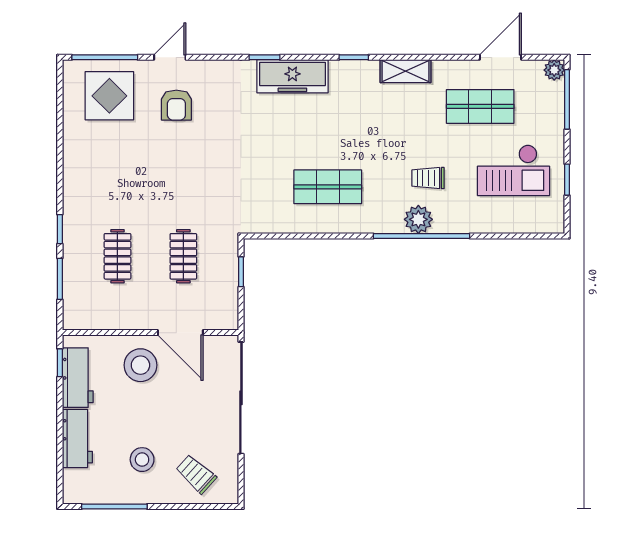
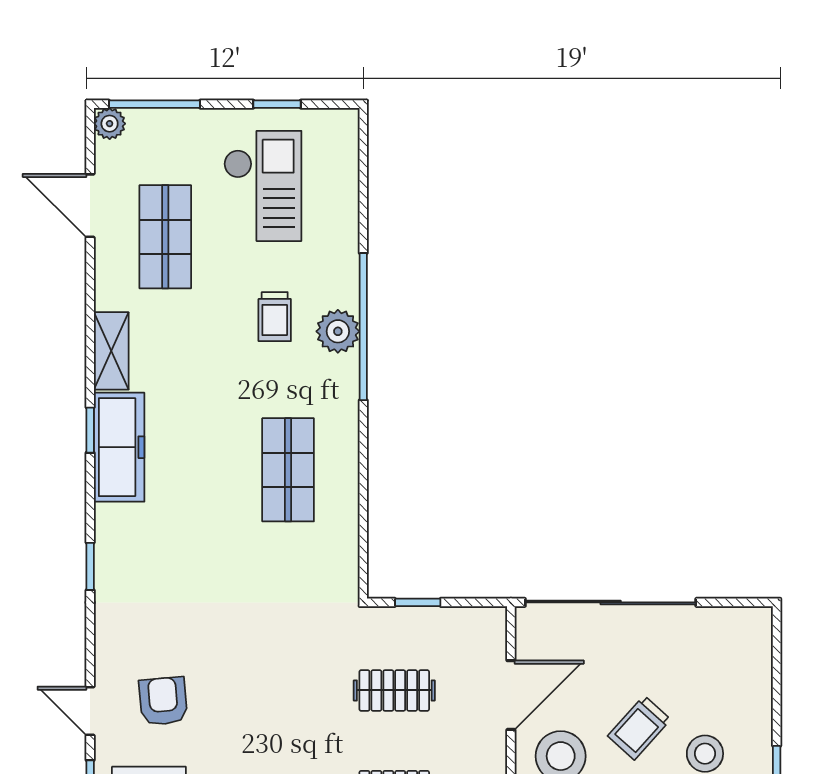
freezer: (292, 76) -> (119, 447), moved
armchair: (176, 105) -> (163, 701), turned -95
trolley: (196, 474) -> (639, 728), moved

